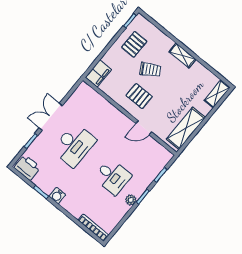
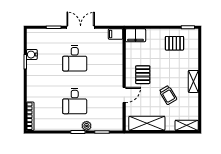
trolley: (150, 70) -> (168, 95), moved
filing cabinet: (83, 90) -> (116, 34), added
door: (144, 128) -> (124, 95), swing flipped
desk: (74, 145) -> (75, 58), width x0.73
printer: (27, 167) -> (34, 39), removed
water cooler: (57, 196) -> (32, 55), moved
plant: (131, 200) -> (87, 126), moved

